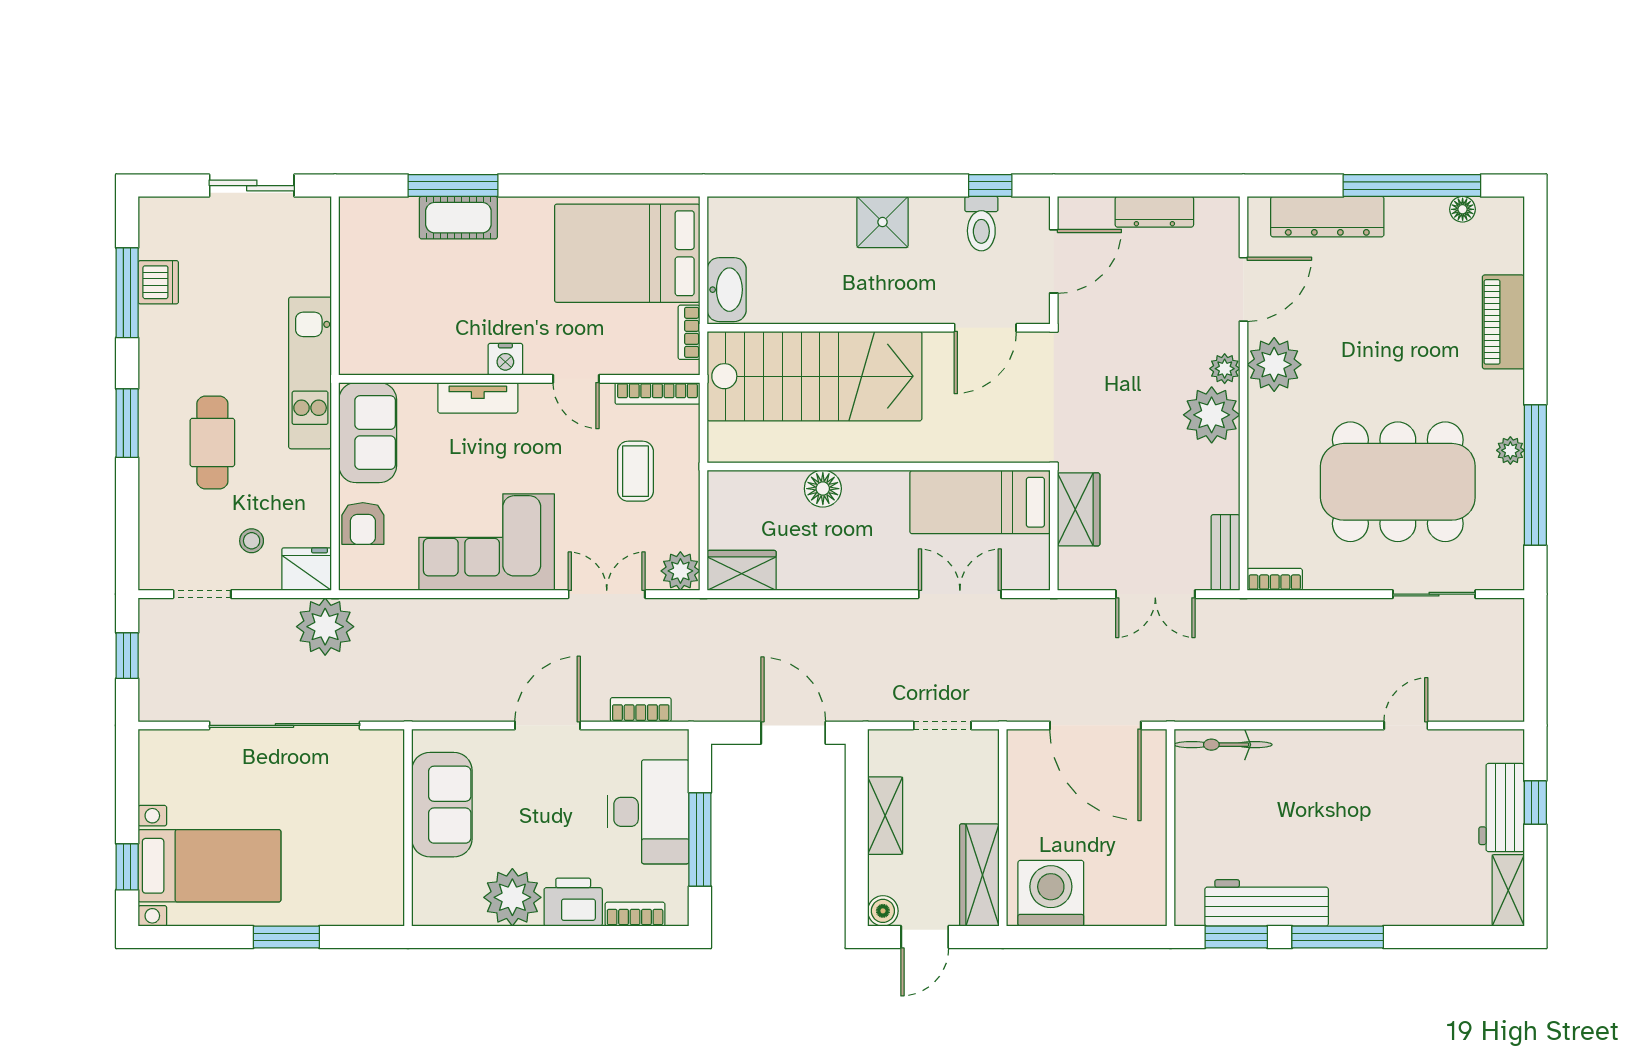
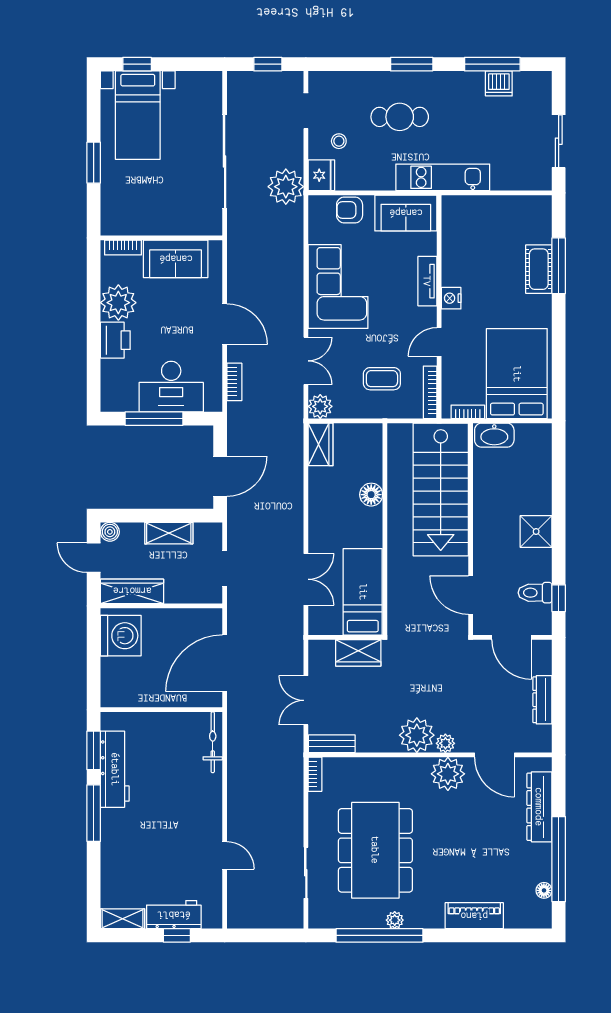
bookcase: (635, 914) -> (123, 248), moved, turned 90

